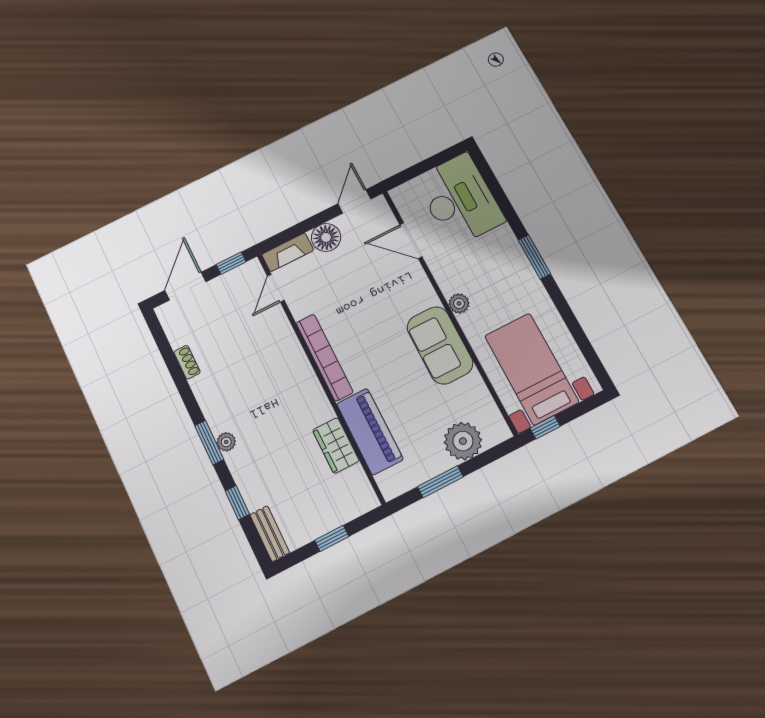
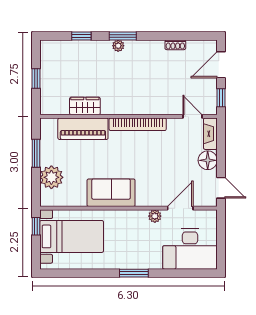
door: (185, 286) -> (221, 65), swing flipped
plant: (459, 303) -> (155, 216), moved
bench: (270, 534) -> (56, 46), removed

